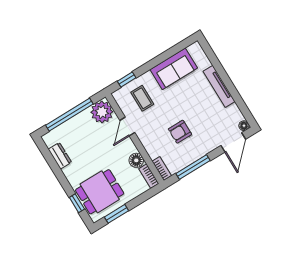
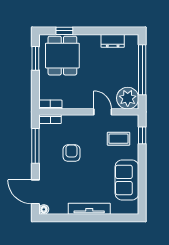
floor lamp: (136, 160) -> (70, 102), removed

